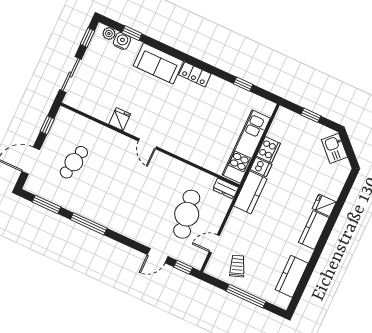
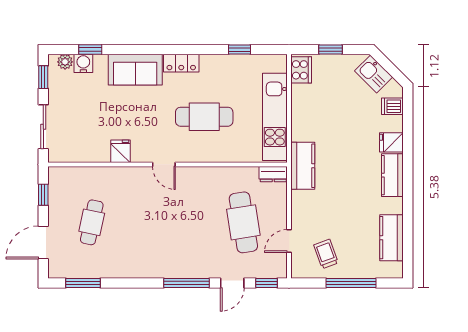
cafe table: (194, 122) -> (204, 117), added
cooker: (268, 150) -> (301, 70), moved
dishwasher: (261, 167) -> (392, 106), moved, turned 180
window: (89, 224) -> (187, 283), moved

